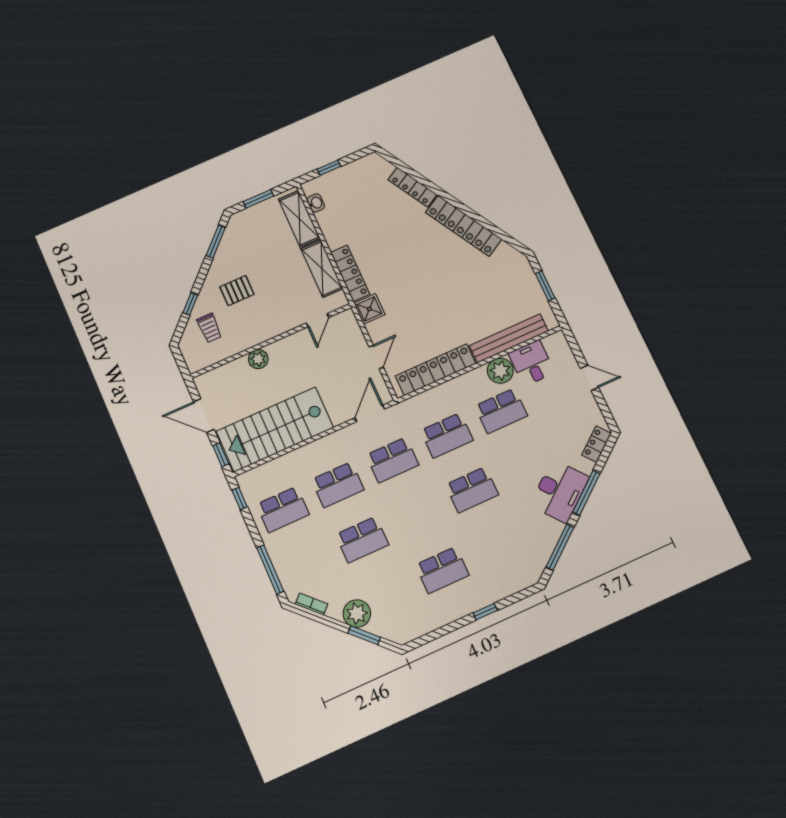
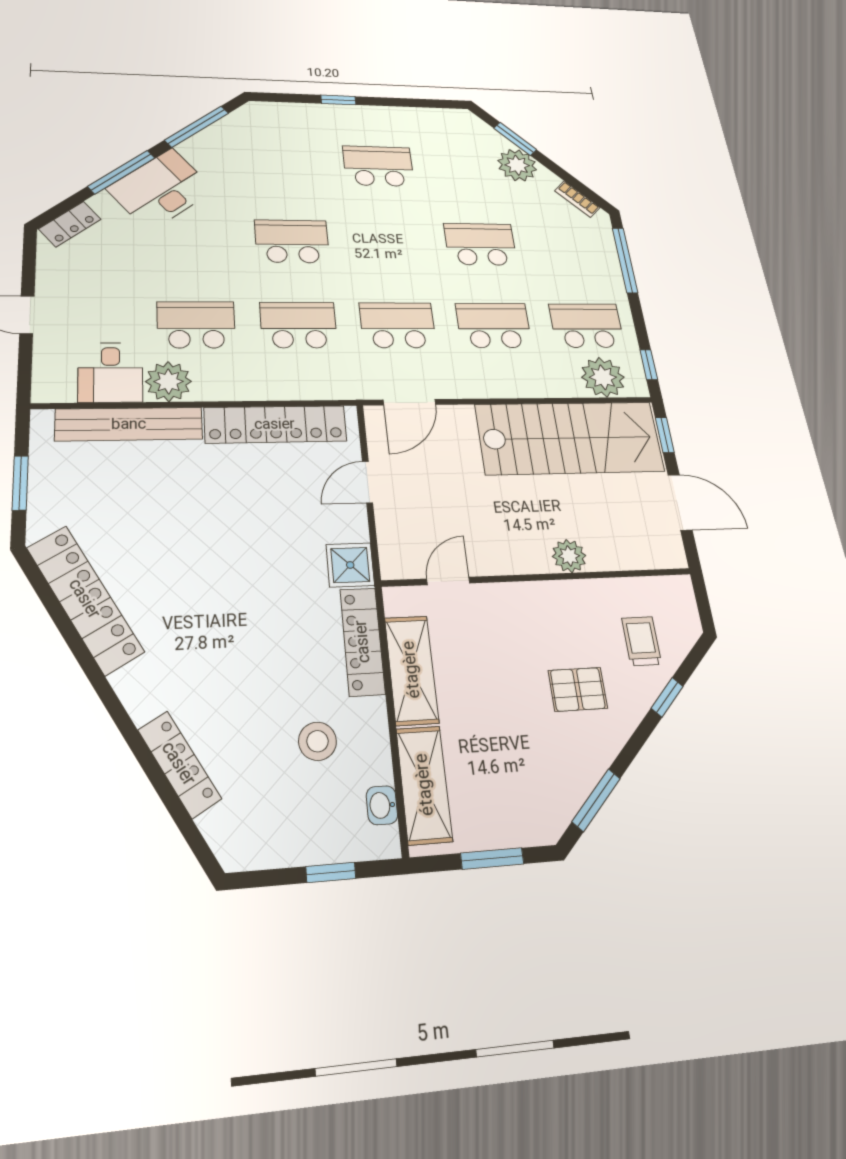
stool: (355, 220) -> (317, 741), added
locker: (464, 226) -> (85, 599), moved
plant: (265, 478) -> (603, 377), added

